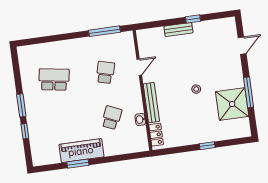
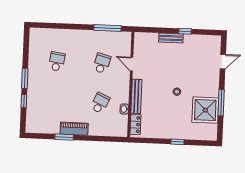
door: (139, 67) -> (132, 64), swing flipped
school desk: (54, 79) -> (57, 61), width x0.54
piano: (81, 151) -> (74, 129), width x0.73, depth x0.75

